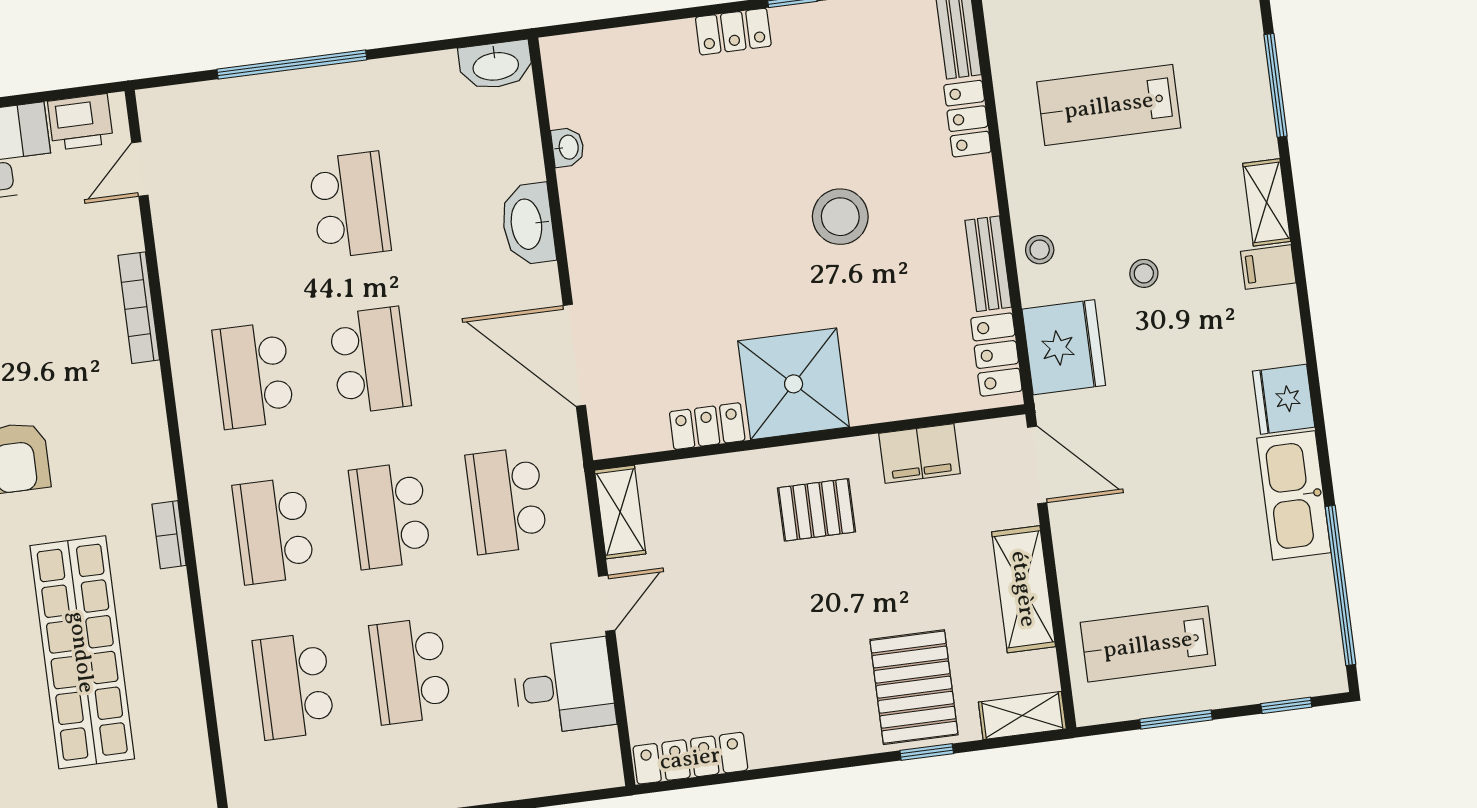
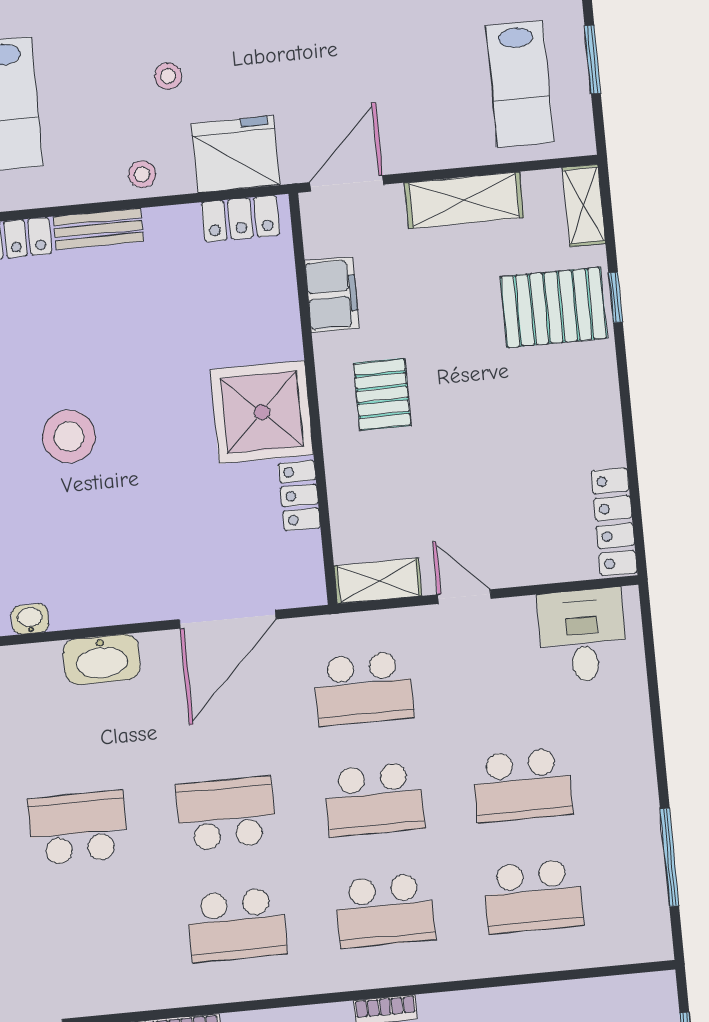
stool: (840, 217) -> (69, 436), moved
bench: (988, 264) -> (98, 229), moved
desk: (564, 686) -> (583, 636), moved

